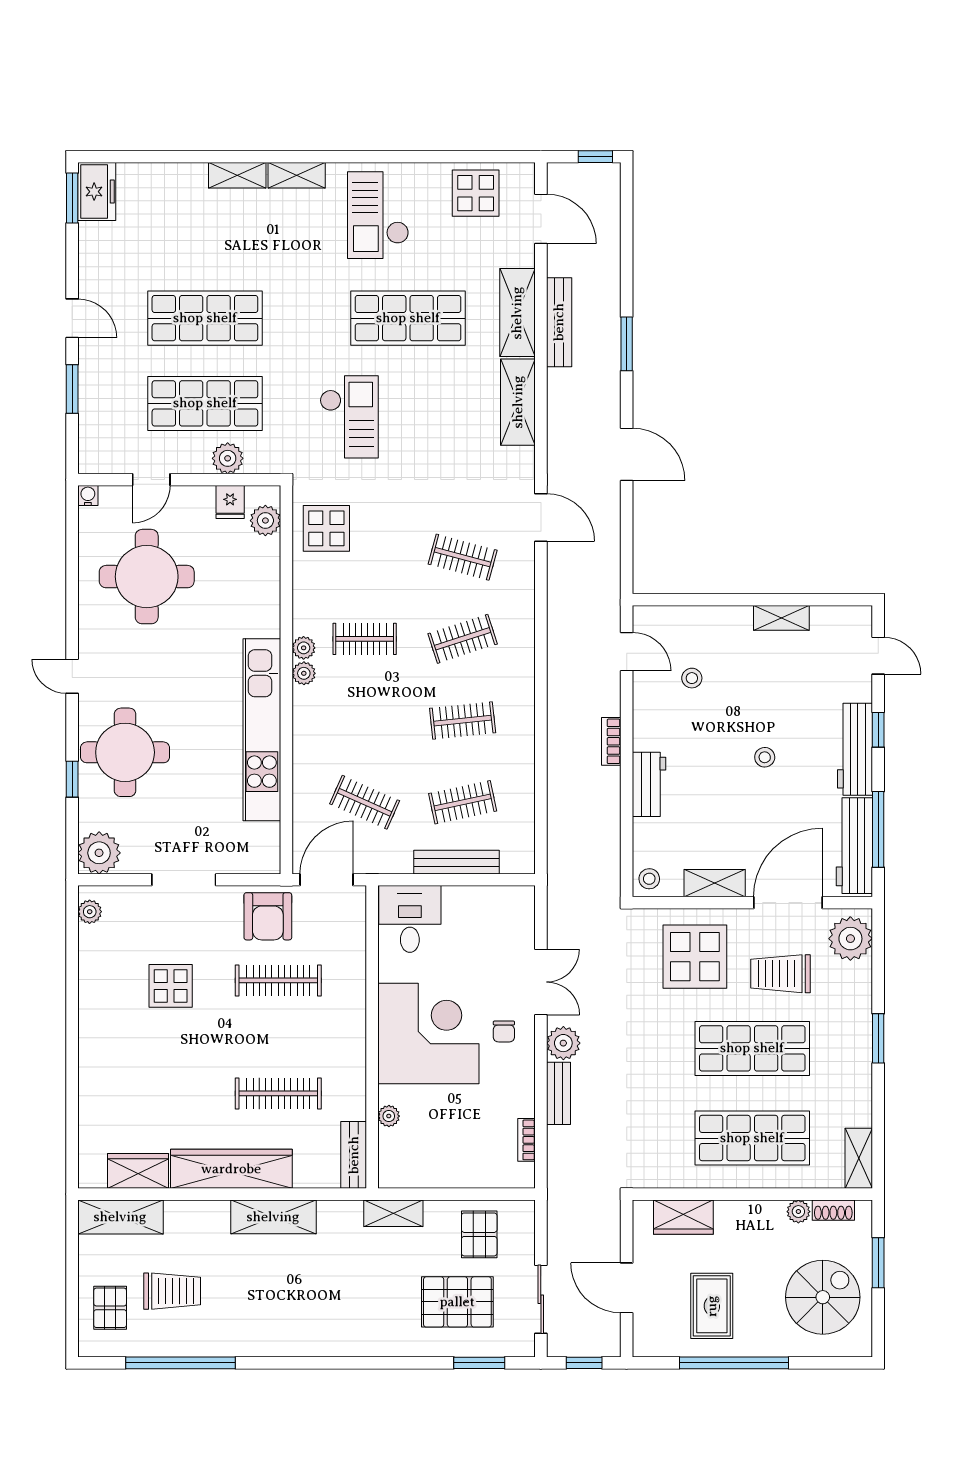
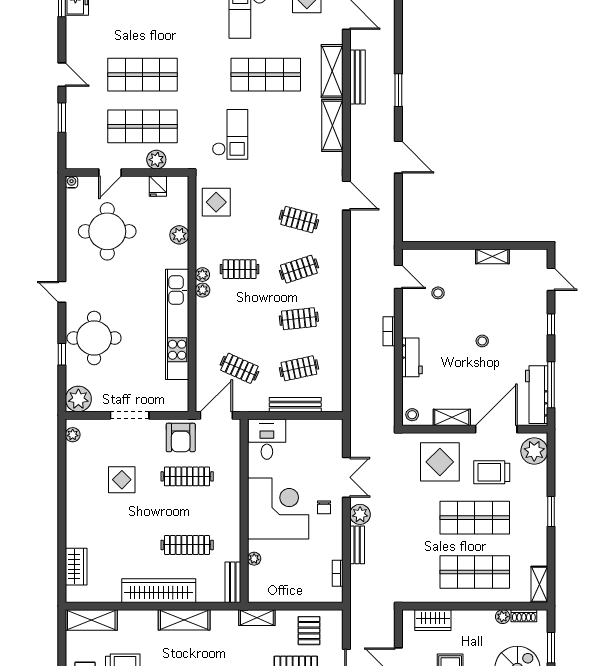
plant: (265, 521) -> (179, 235), moved
workbench: (855, 749) -> (537, 336), removed
wardrobe: (138, 1171) -> (76, 567), moved, turned 90

